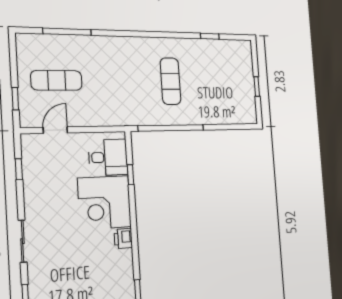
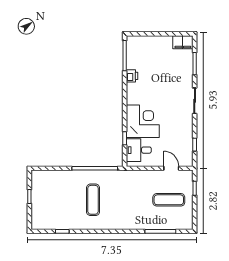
door: (55, 130) -> (171, 168), swing flipped
printer: (123, 239) -> (132, 76), moved

